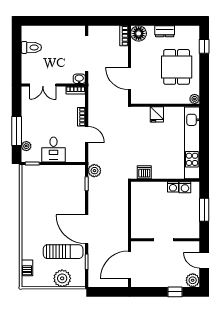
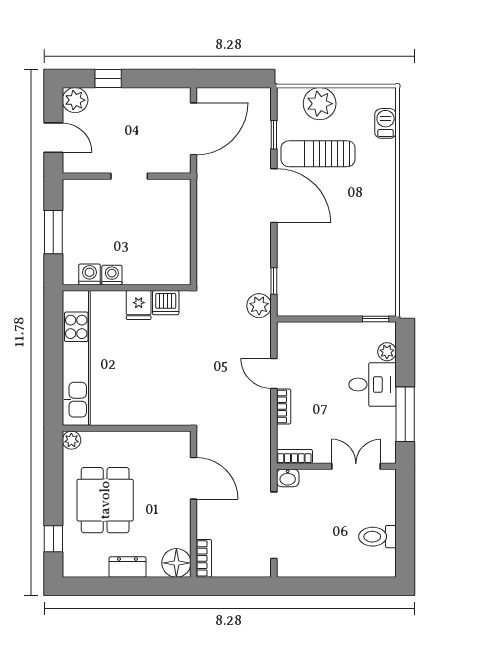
fridge: (157, 114) -> (139, 305), moved, turned 180
window: (17, 131) -> (405, 414), moved
desk: (54, 150) -> (373, 385), moved, turned 90

